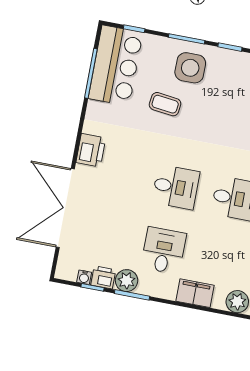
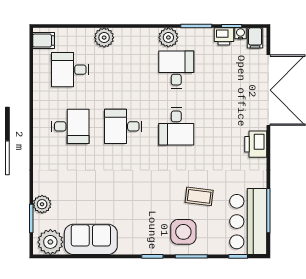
desk: (176, 187) -> (176, 126), turned -90
desk: (164, 250) -> (176, 70), turned 180
plant: (127, 281) -> (168, 37), moved
filing cabinet: (195, 293) -> (255, 38), moved, width x0.50

